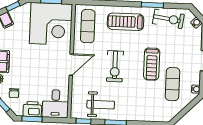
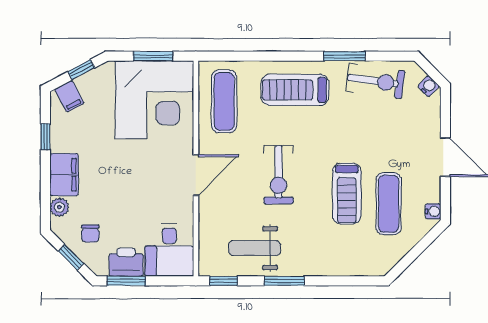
treadmill: (152, 64) -> (347, 194), moved
weight bench: (101, 105) -> (255, 248), turned 180

